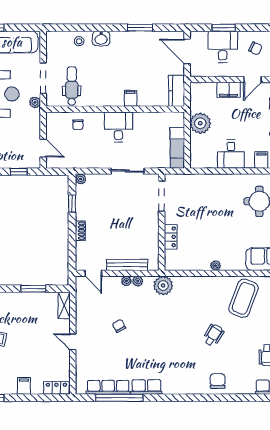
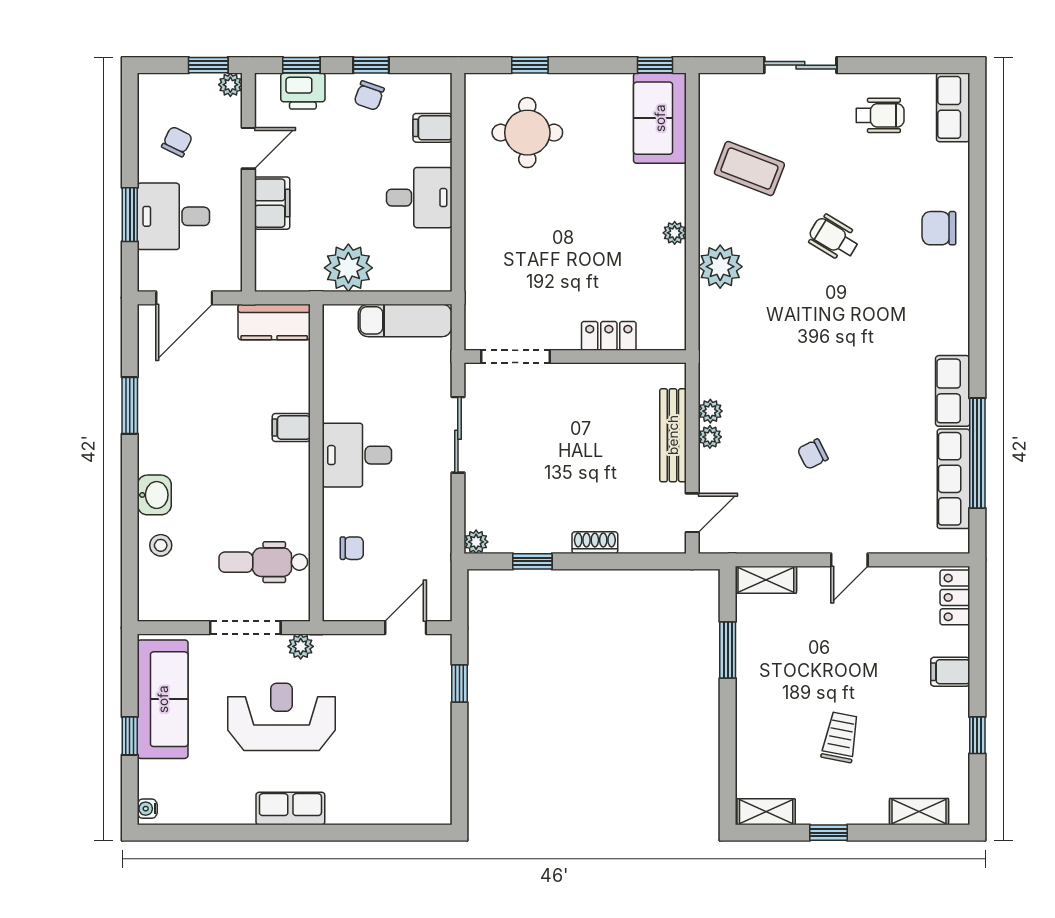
door: (253, 80) -> (248, 148), hinge flipped
plant: (163, 286) -> (720, 267), moved
coffee table: (244, 298) -> (749, 169), width x0.73, depth x0.76

